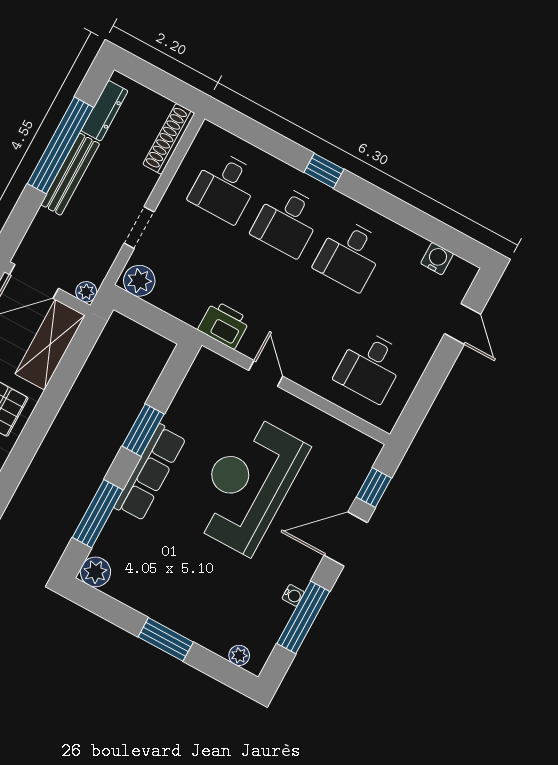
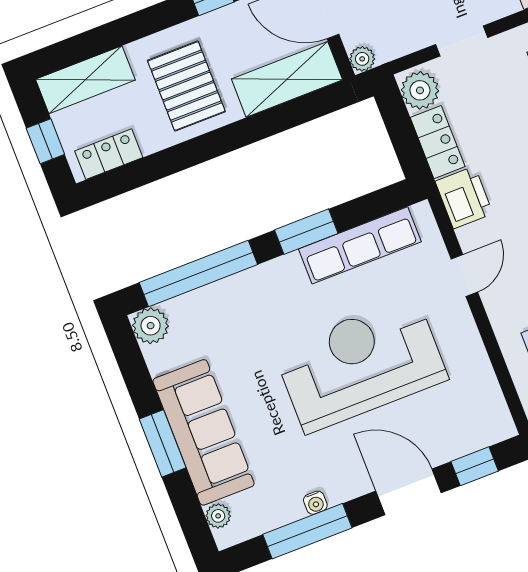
locker: (178, 304) -> (438, 142), added
row of seats: (150, 473) -> (360, 245), moved
window: (98, 514) -> (198, 274), width x1.46
sofa: (185, 611) -> (204, 432), added

